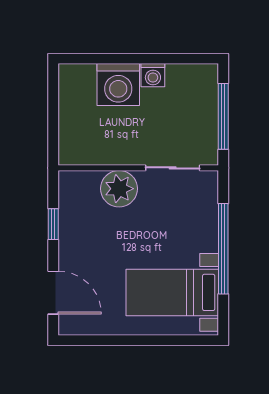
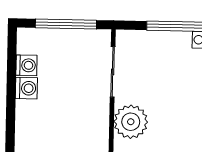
washing machine: (118, 85) -> (26, 65), moved, width x0.53, depth x0.53

